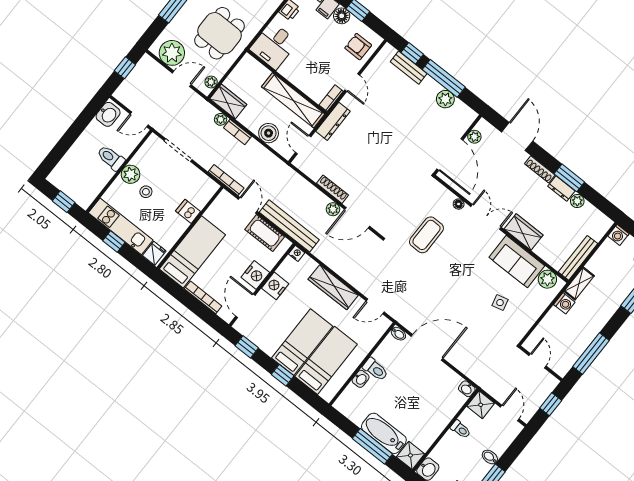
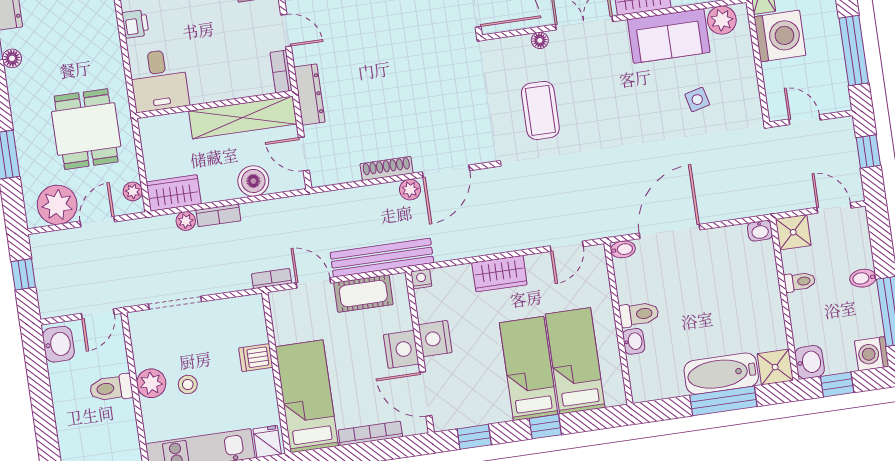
bookcase: (226, 180) -> (272, 279), width x0.64
wardrobe: (333, 287) -> (499, 274), width x0.67
washing machine: (564, 303) -> (780, 36), width x1.89, depth x1.89

